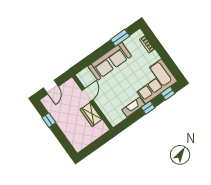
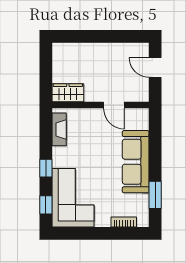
fireplace: (133, 107) -> (59, 129), moved
wardrobe: (91, 114) -> (68, 93), moved
window: (49, 120) -> (117, 36), removed

